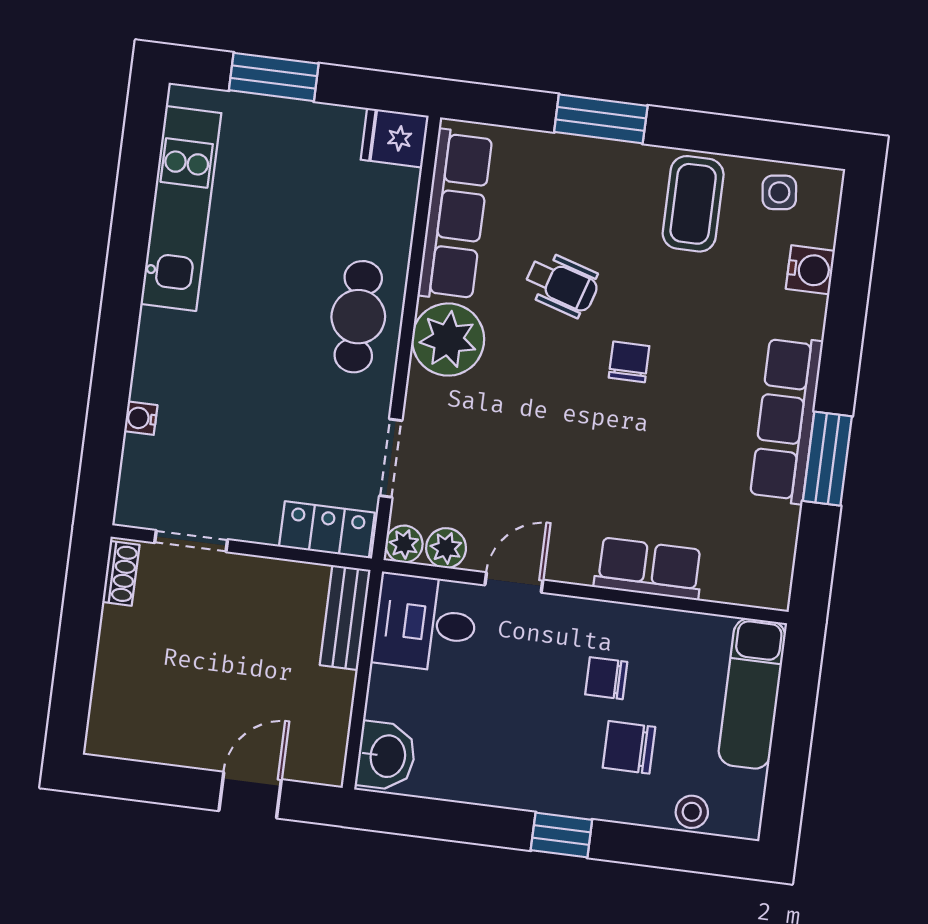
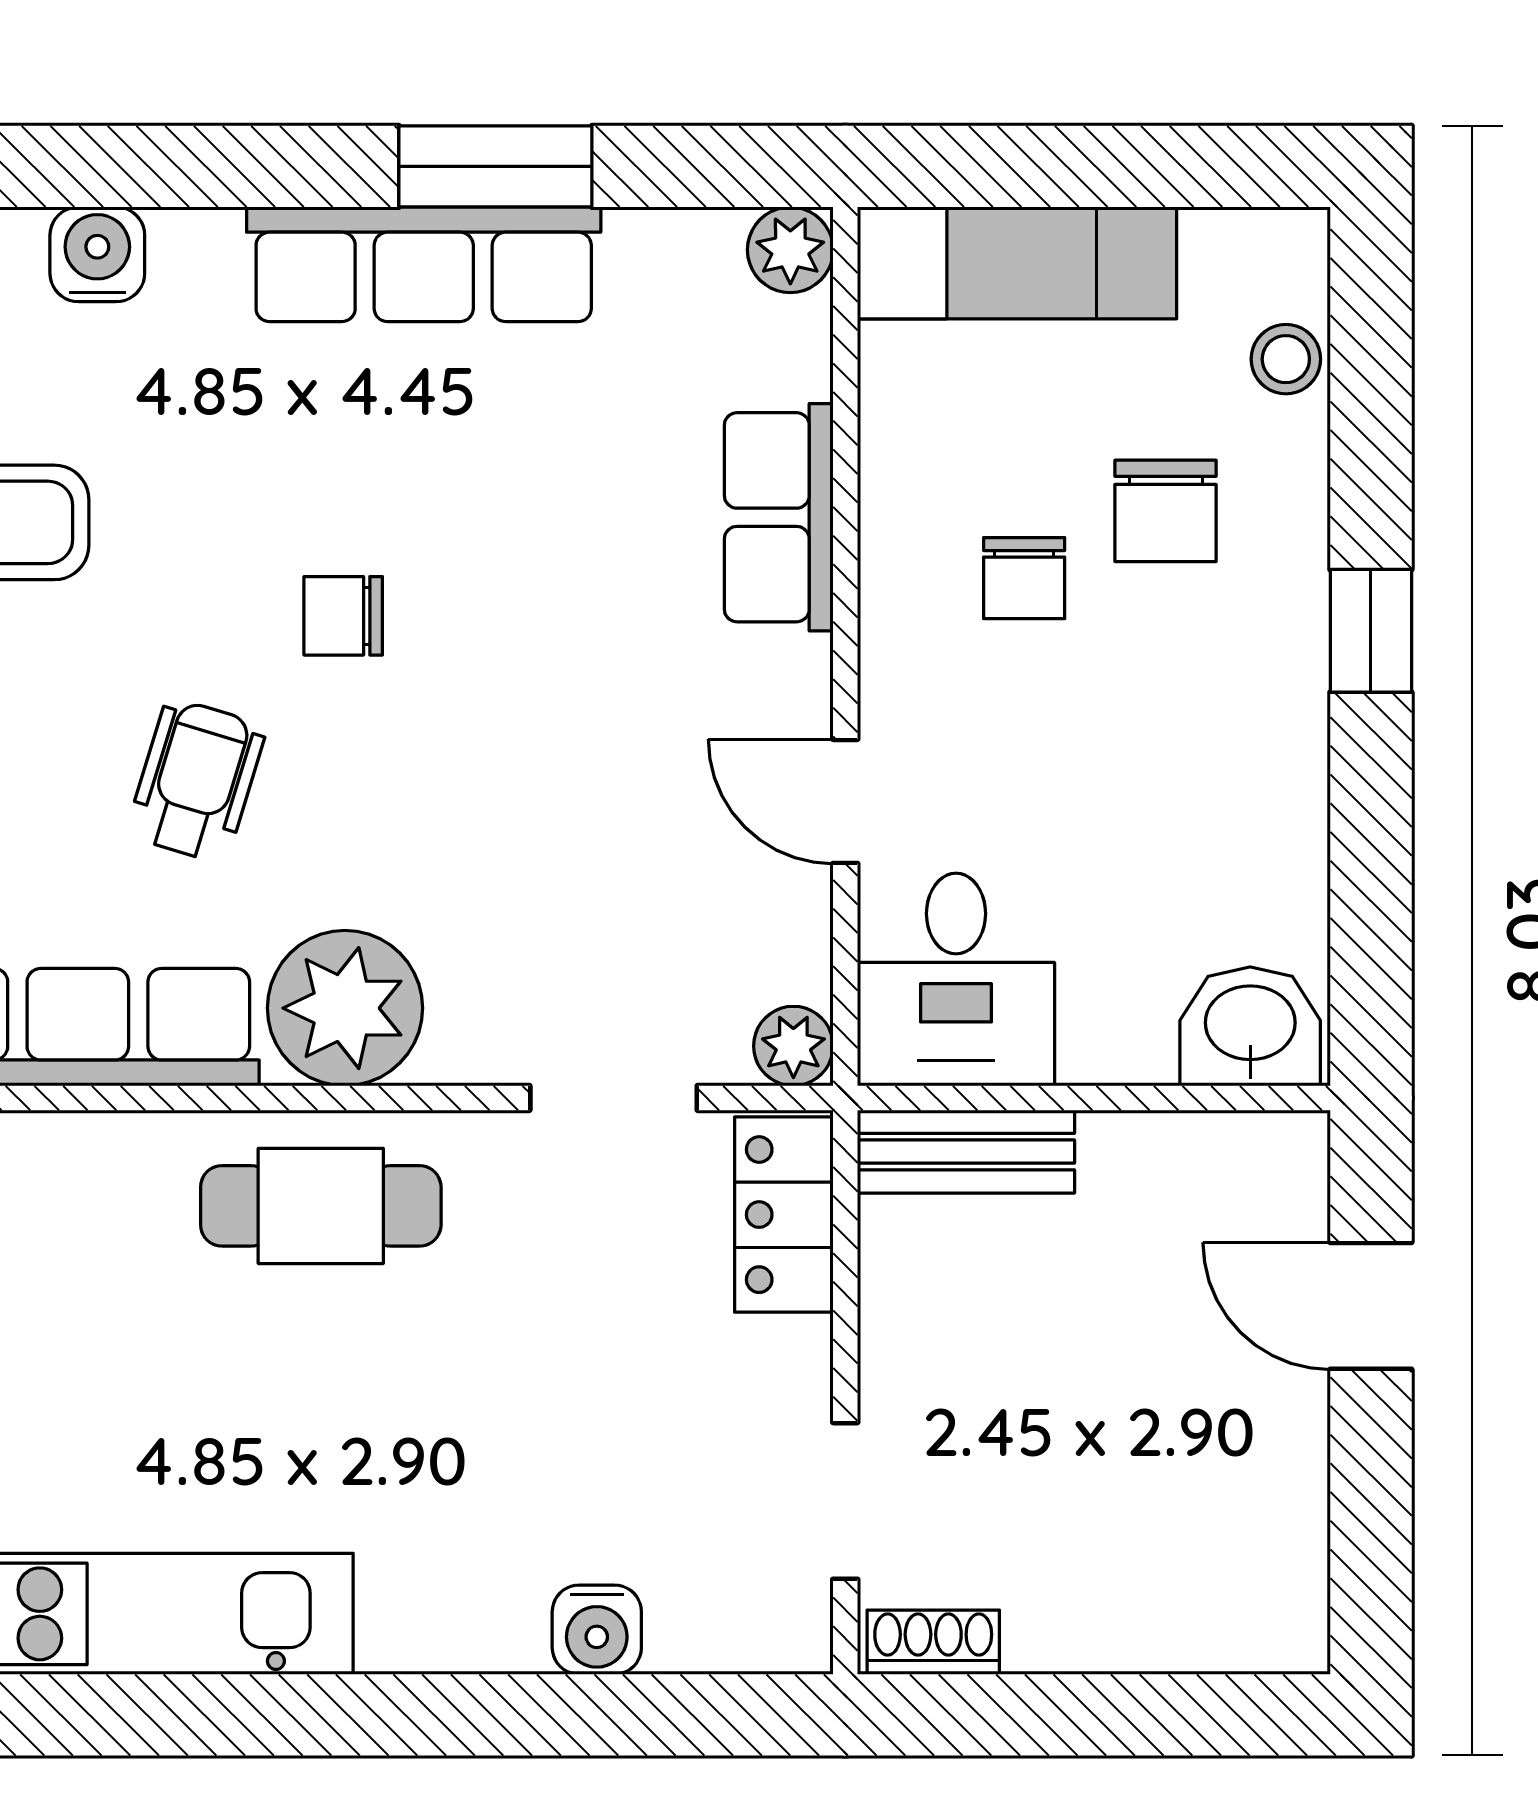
water cooler: (141, 418) -> (597, 1630), width x1.38, depth x1.38
plant: (446, 548) -> (790, 250), moved

